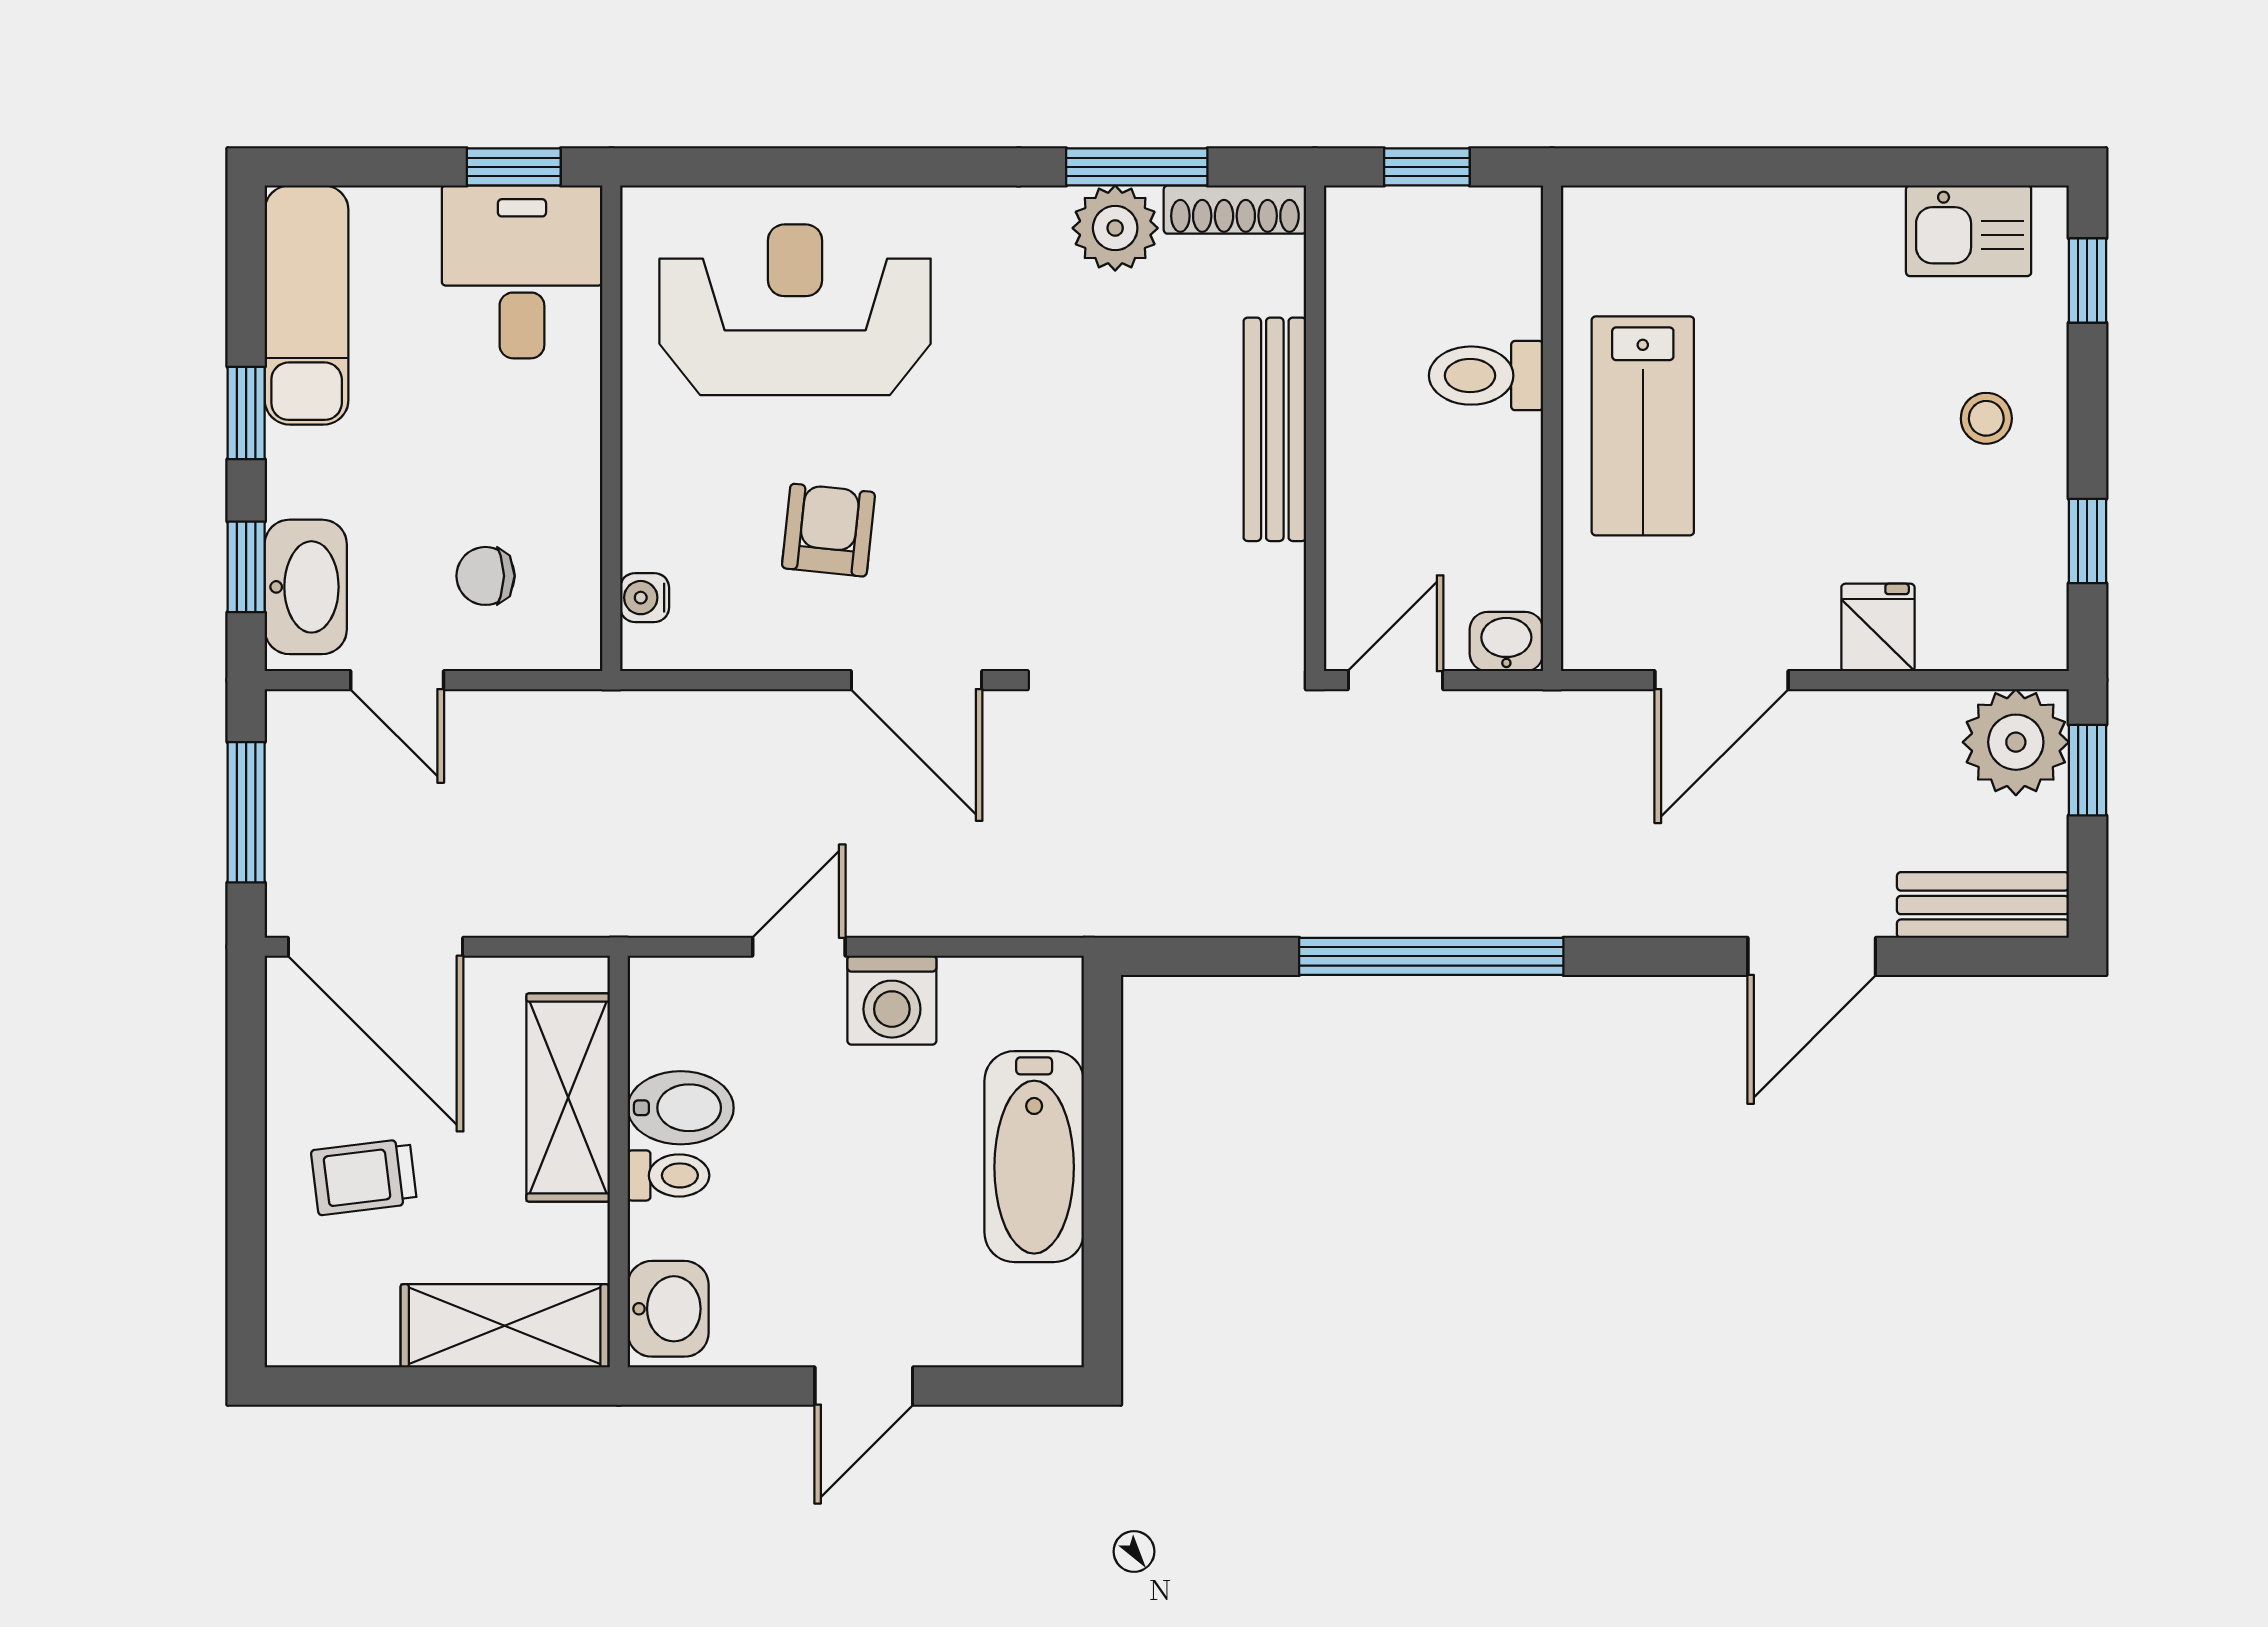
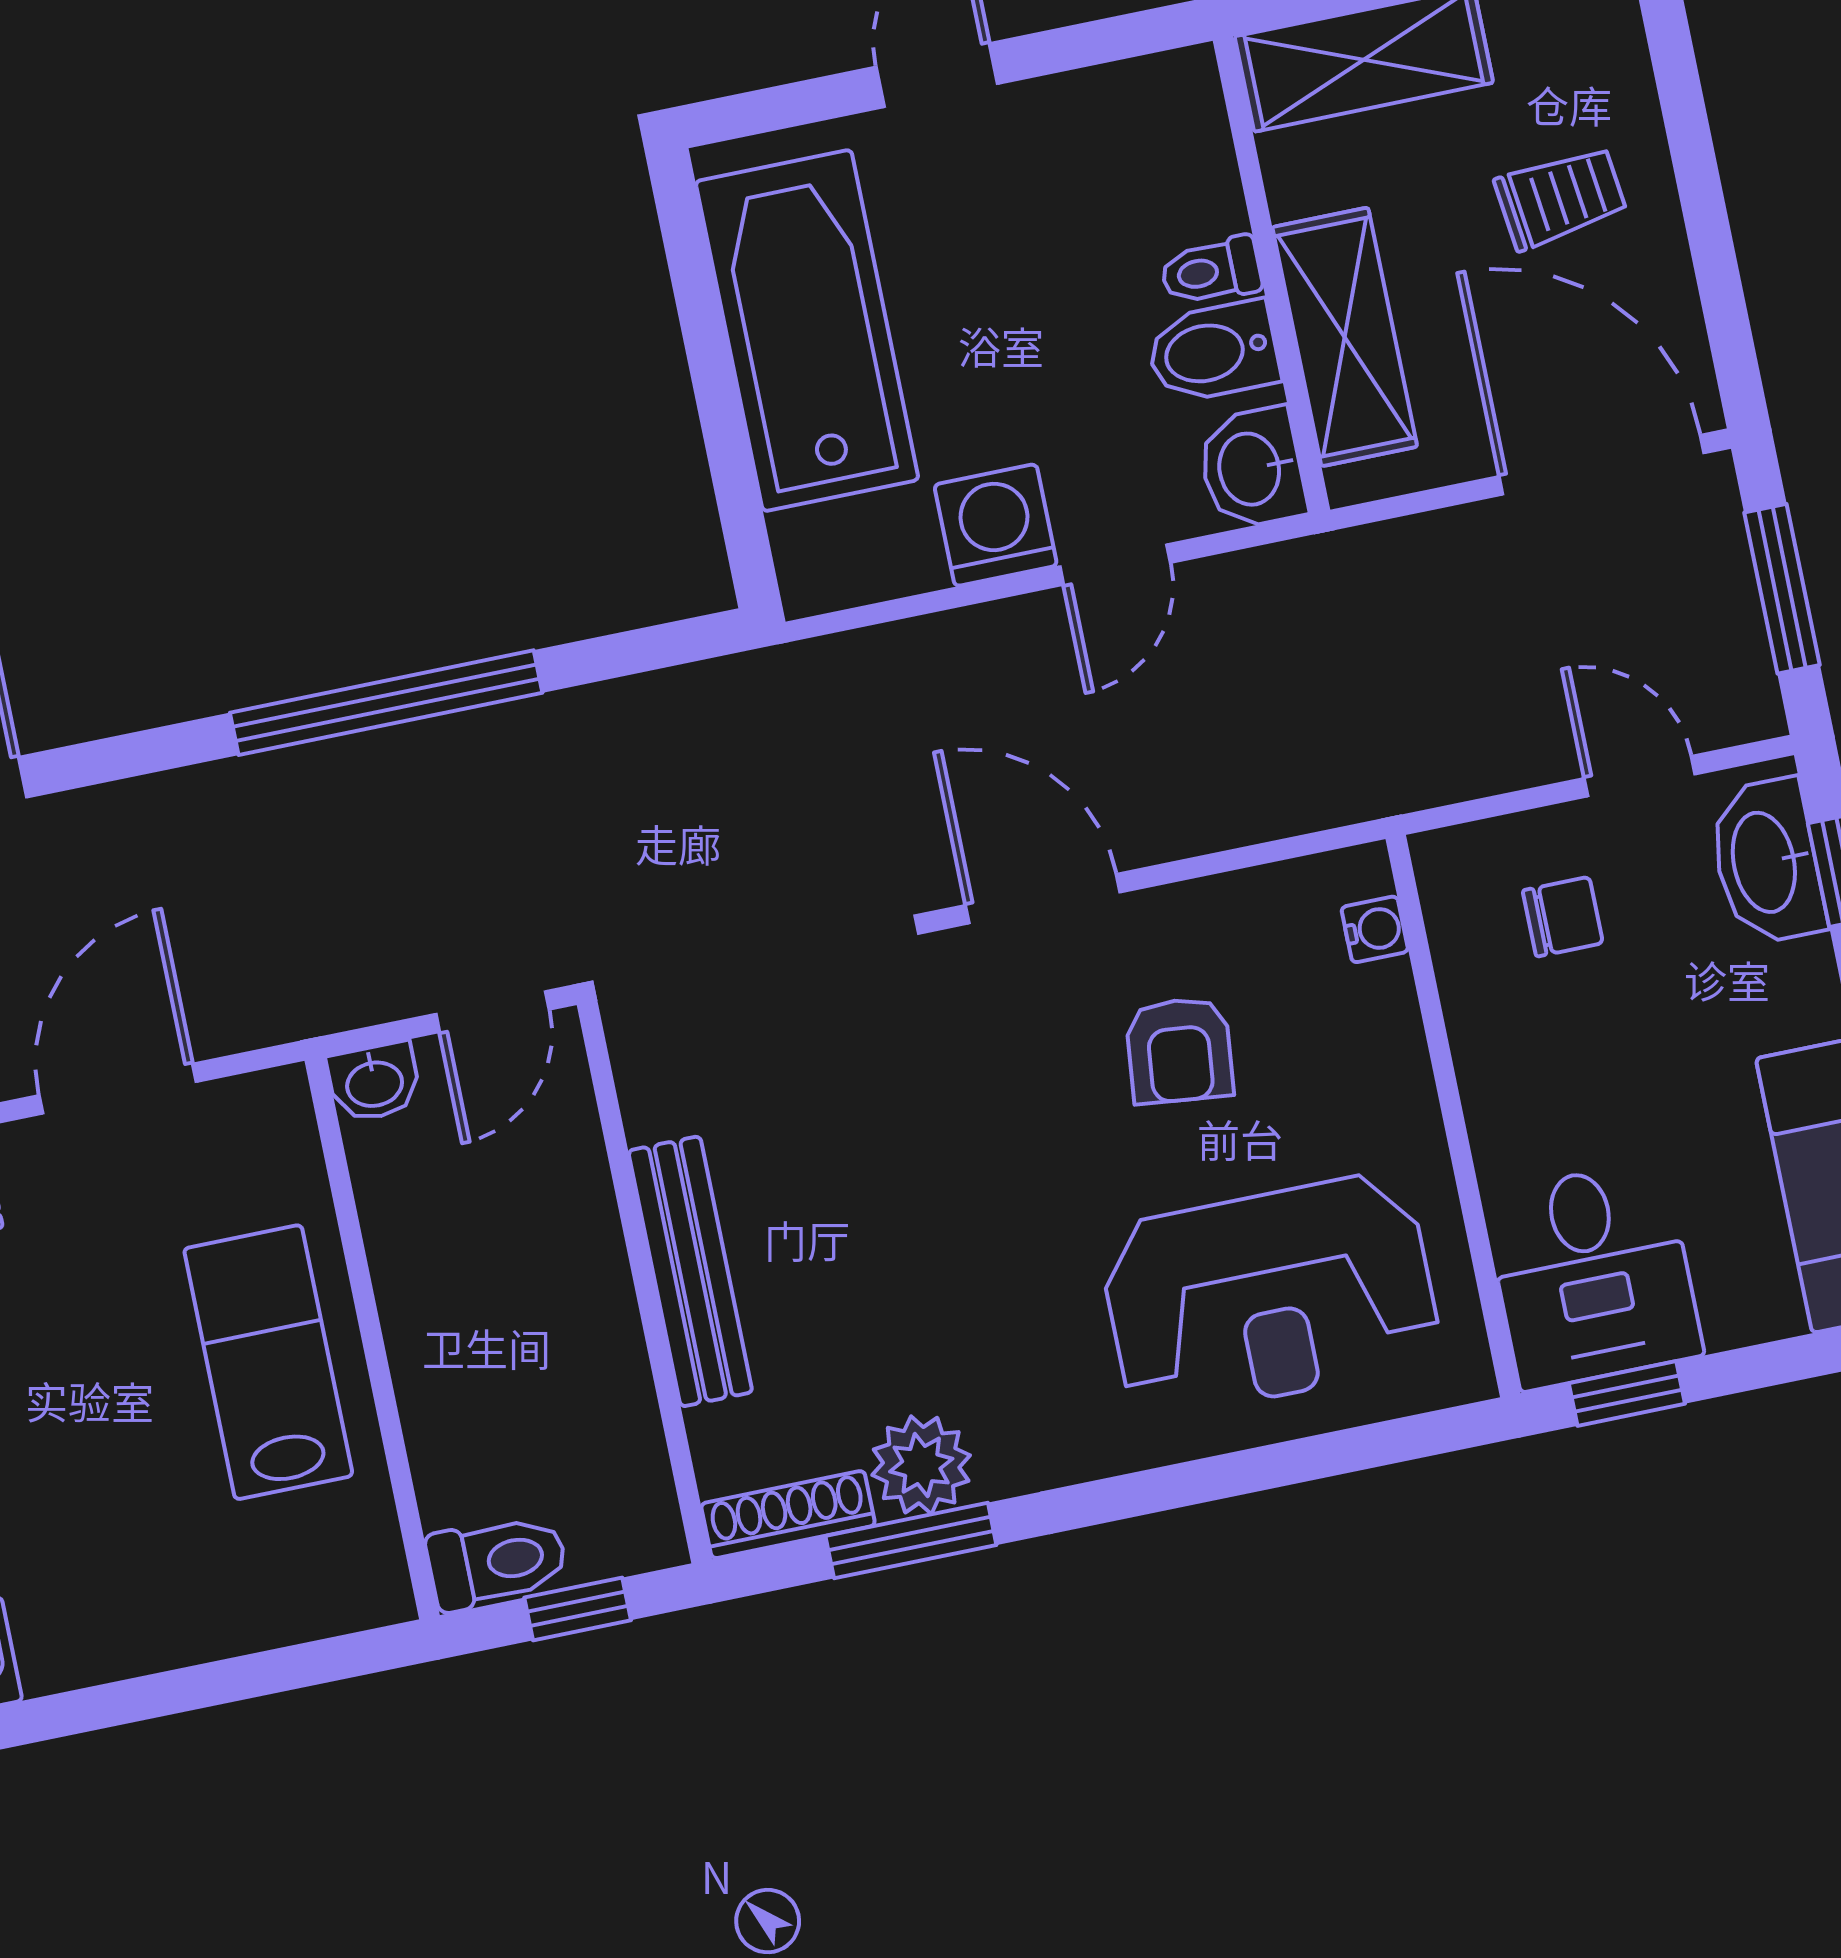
toilet: (1486, 376) -> (497, 1562), moved
bathtub: (1034, 1157) -> (807, 331), width x1.36, depth x1.36
washbasin: (668, 1309) -> (1252, 468), moved

